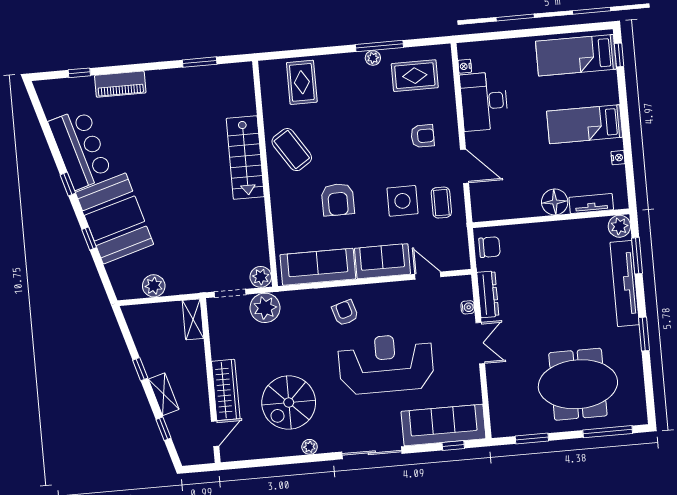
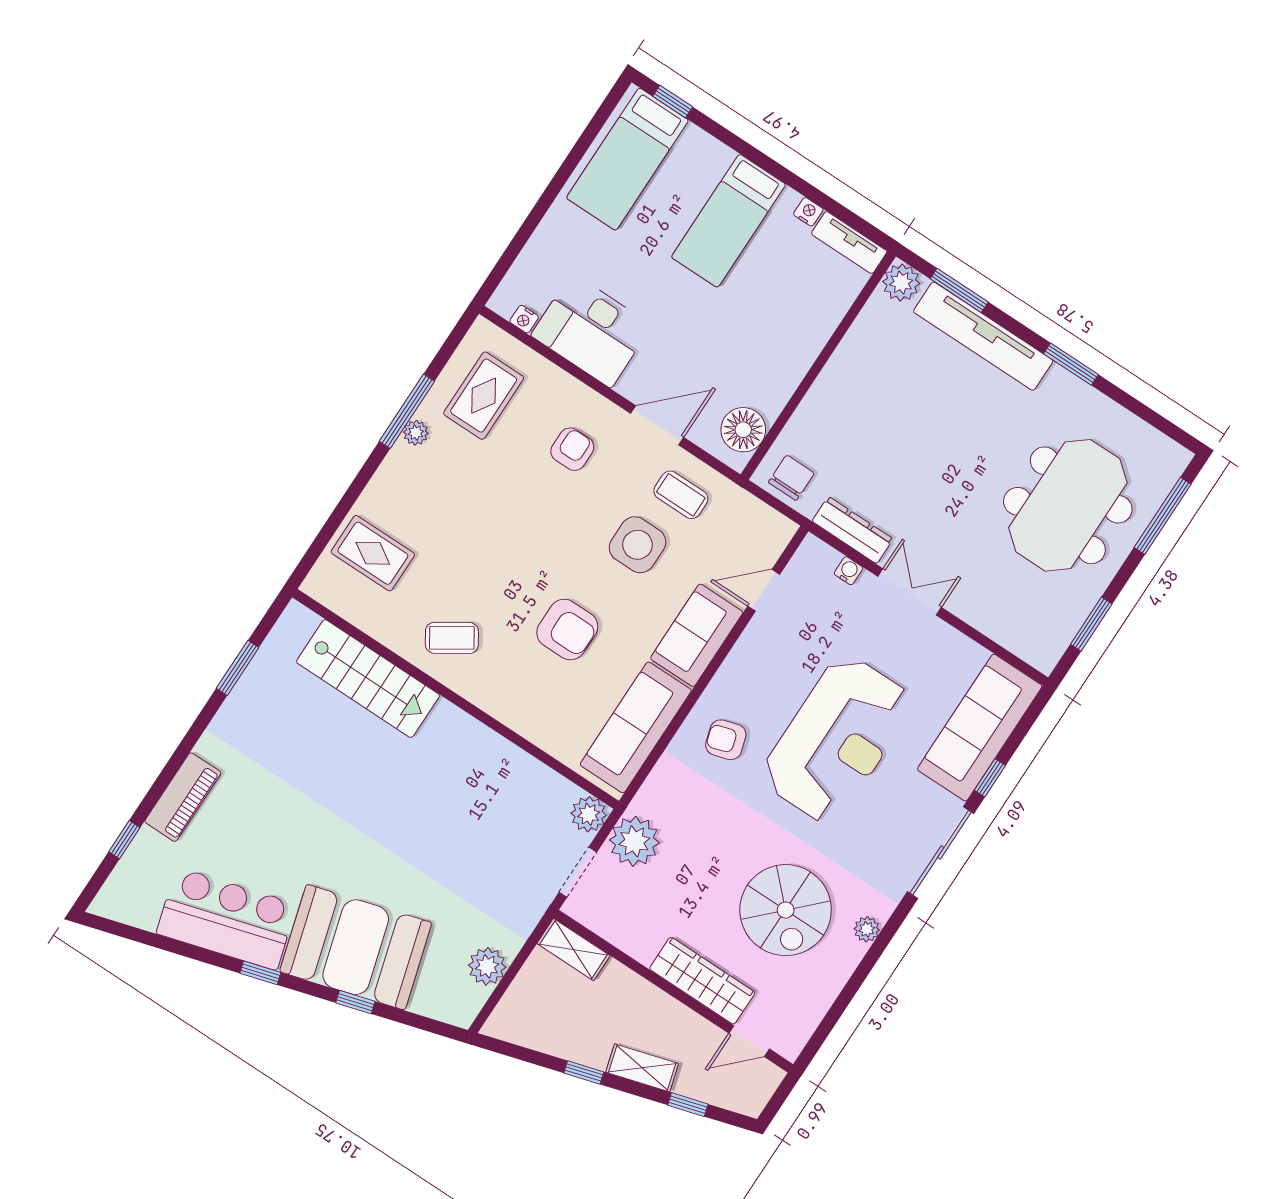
coffee table: (292, 150) -> (452, 638), width x0.73, depth x0.77
stairs: (245, 158) -> (368, 679), moved
floor lamp: (555, 202) -> (743, 430), moved
tv unit: (591, 204) -> (849, 243), moved, turned -90
reception desk: (386, 364) -> (837, 739), turned 180
door: (215, 434) -> (749, 1041), swing flipped
window: (453, 445) -> (990, 778), moved

